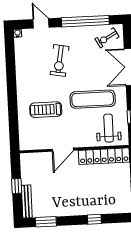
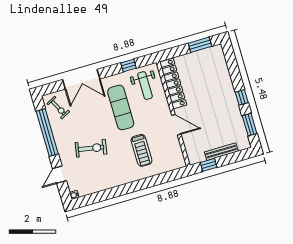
weight bench: (109, 128) -> (145, 86), turned -90
window: (17, 186) -> (209, 165), moved
bench: (27, 201) -> (221, 152), moved
window: (94, 219) -> (242, 97), moved

